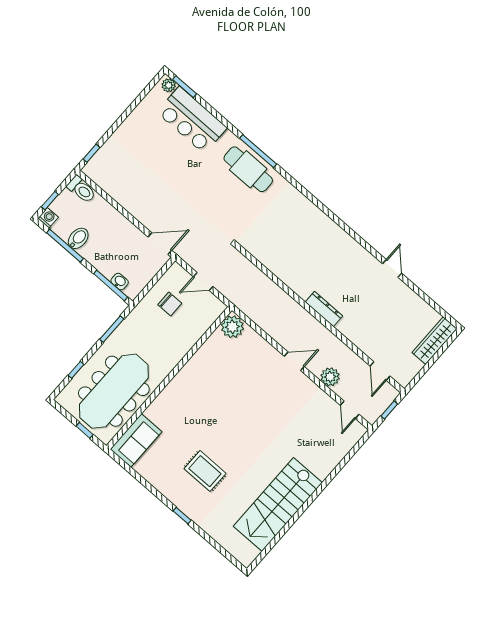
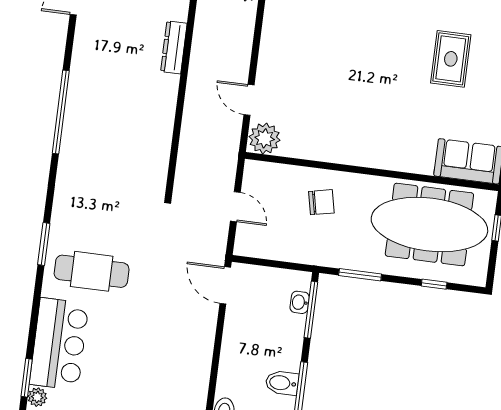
window: (258, 151) -> (44, 244), width x0.69
cafe table: (248, 169) -> (92, 271), moved, turned 90
window: (331, 215) -> (61, 112), added
chair: (170, 304) -> (321, 202), moved, turned 78
door: (294, 361) -> (249, 100), moved

